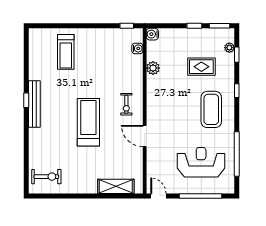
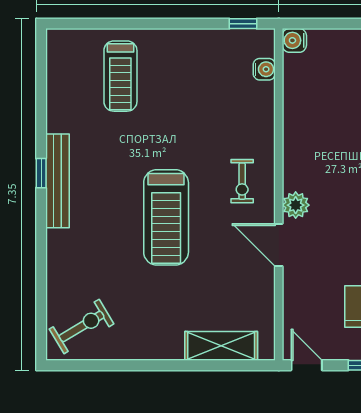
plant: (153, 68) -> (296, 205), moved
treadmill: (88, 122) -> (166, 217), turned 180
exercise bike: (46, 177) -> (82, 326), turned -31

